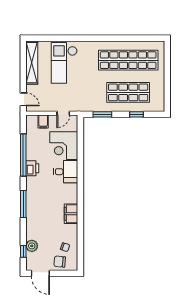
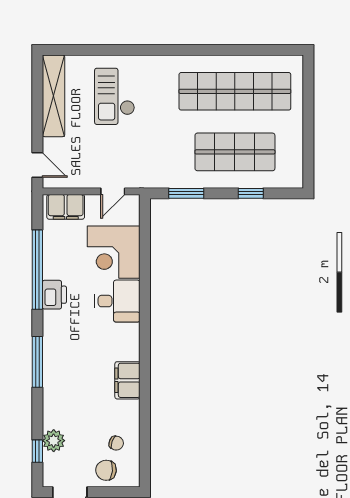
checkout: (64, 63) -> (115, 96), width x0.73, depth x0.83
filing cabinet: (43, 122) -> (66, 207), width x2.00

